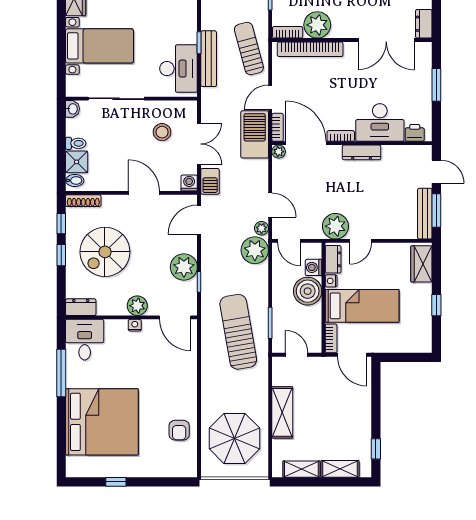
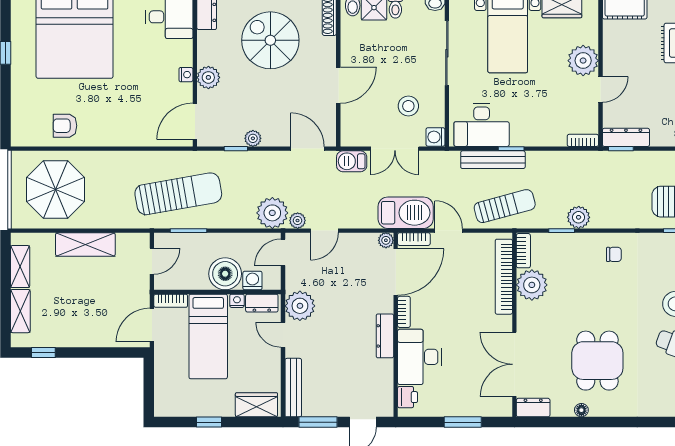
washing machine: (189, 183) -> (435, 137), moved, turned 180
bench: (425, 214) -> (293, 388), moved, turned 90
plant: (184, 267) -> (253, 138), width x0.53, depth x0.53

